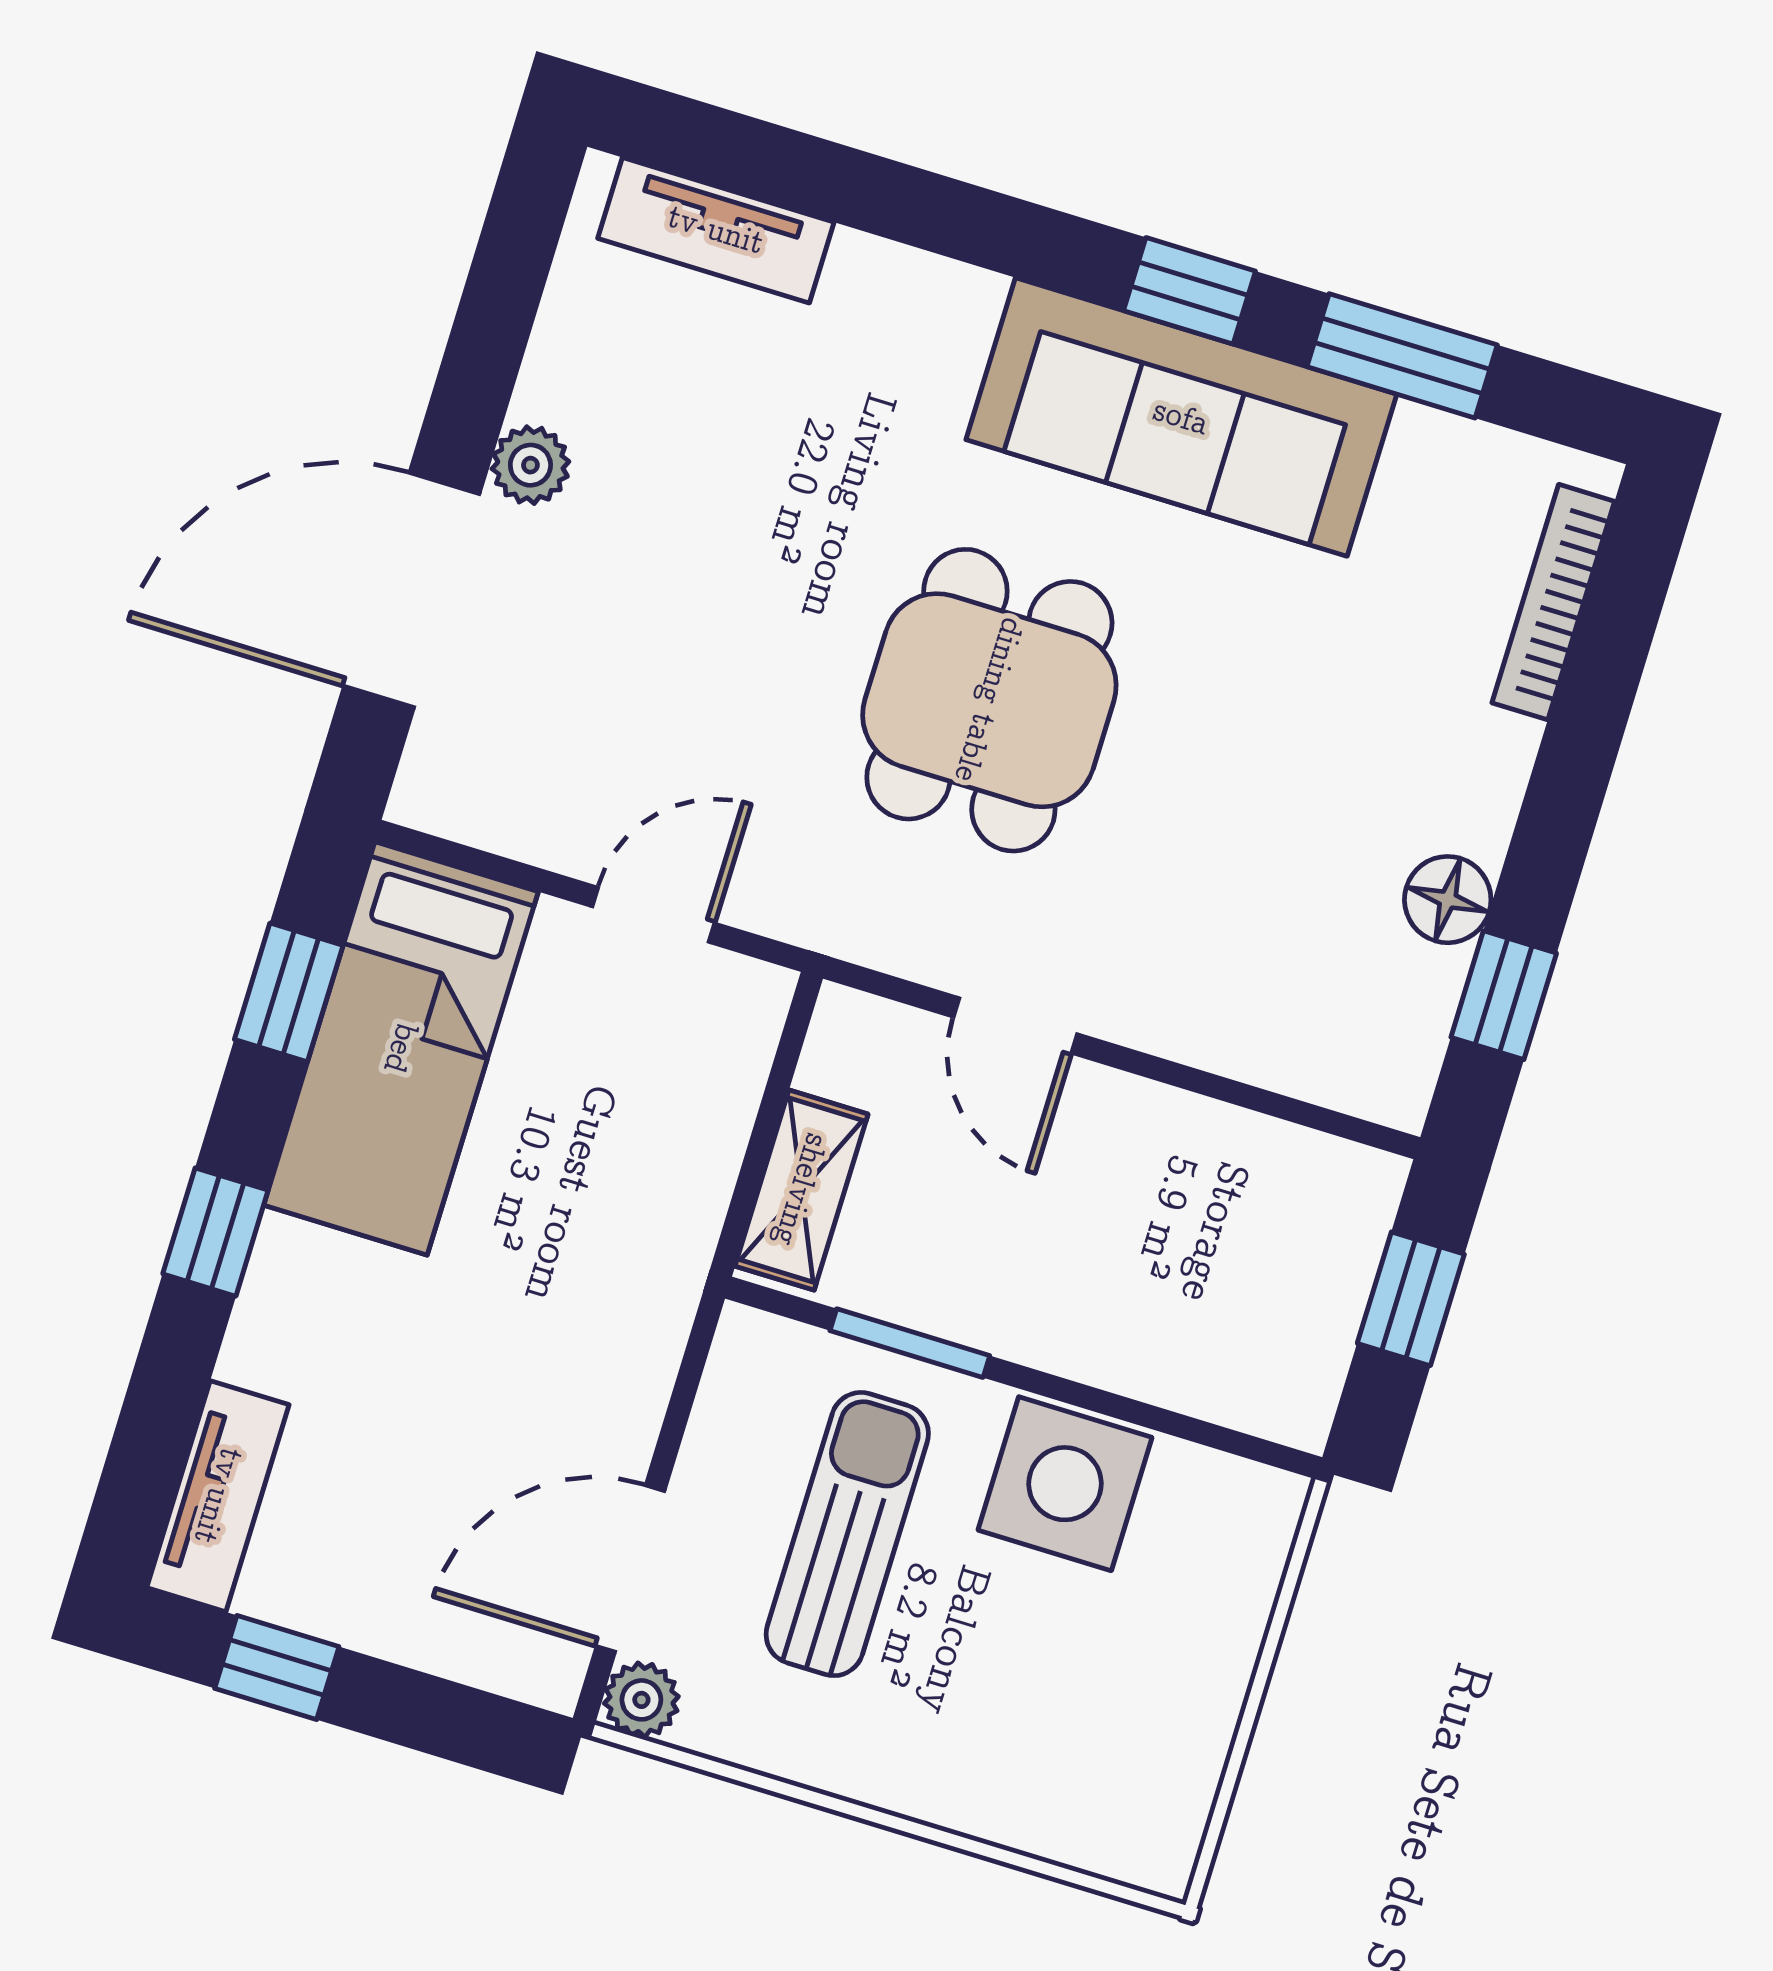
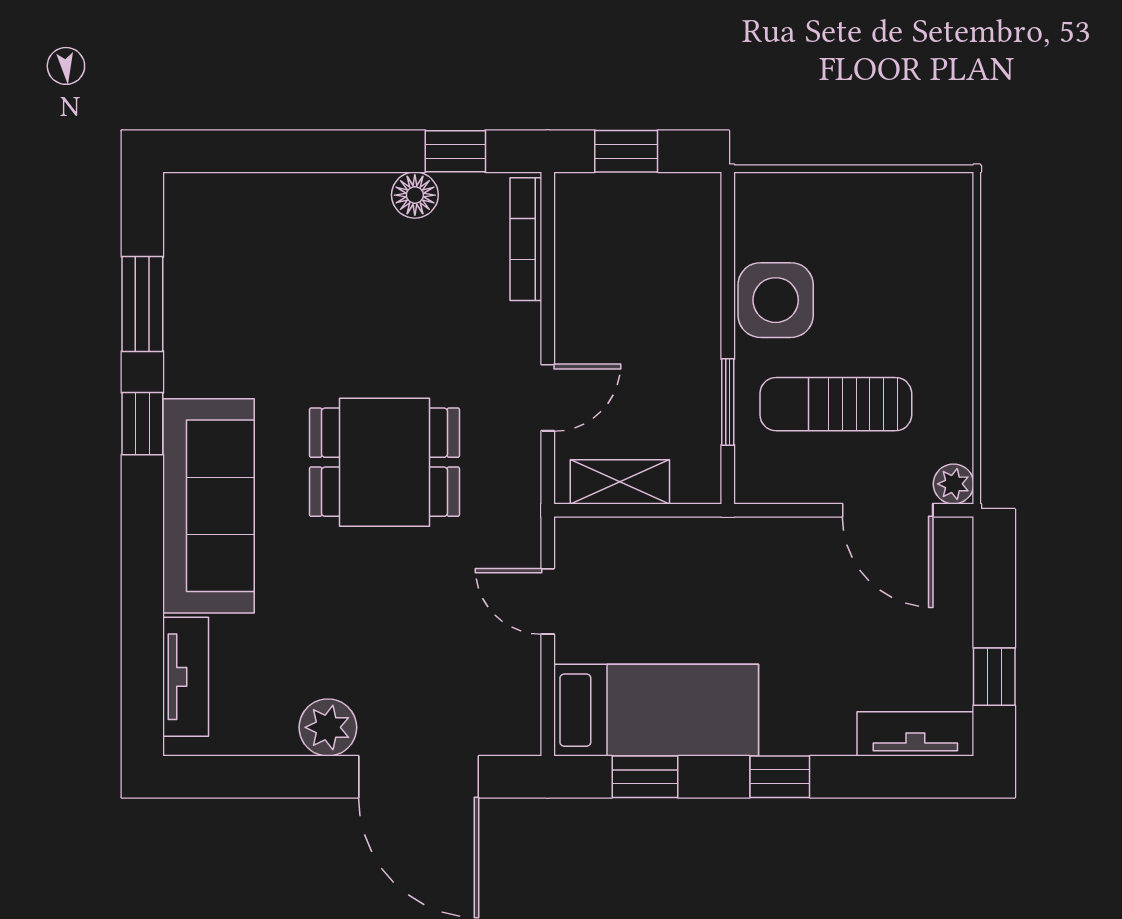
sofa: (1181, 417) -> (209, 506), moved
plant: (530, 465) -> (328, 727), width x1.38, depth x1.38
bookcase: (1553, 602) -> (526, 239), moved, turned 90
shelving: (801, 1190) -> (620, 482), moved

